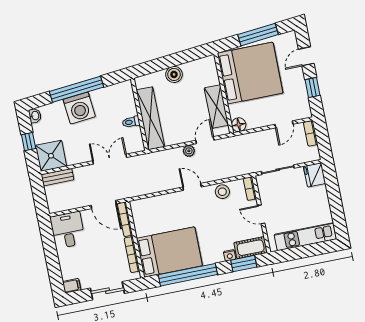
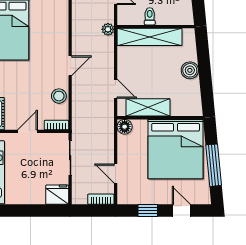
plant: (189, 151) -> (108, 29), moved

